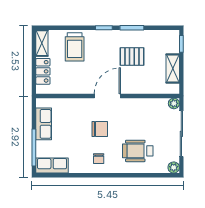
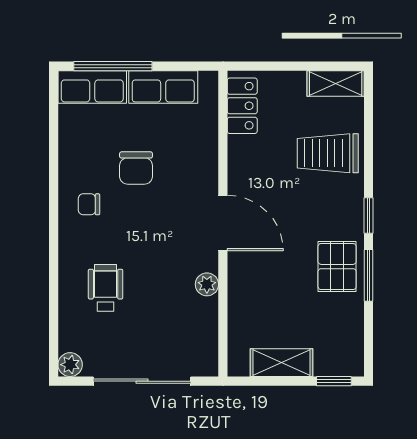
pallet: (132, 56) -> (337, 267), moved
locker: (43, 71) -> (242, 106), moved, turned -90
plant: (174, 103) -> (207, 284), moved
chair: (100, 129) -> (136, 168), moved
wheelchair: (138, 151) -> (106, 288), width x0.73, depth x0.73
row of seats: (52, 165) -> (92, 87), moved, turned 90

